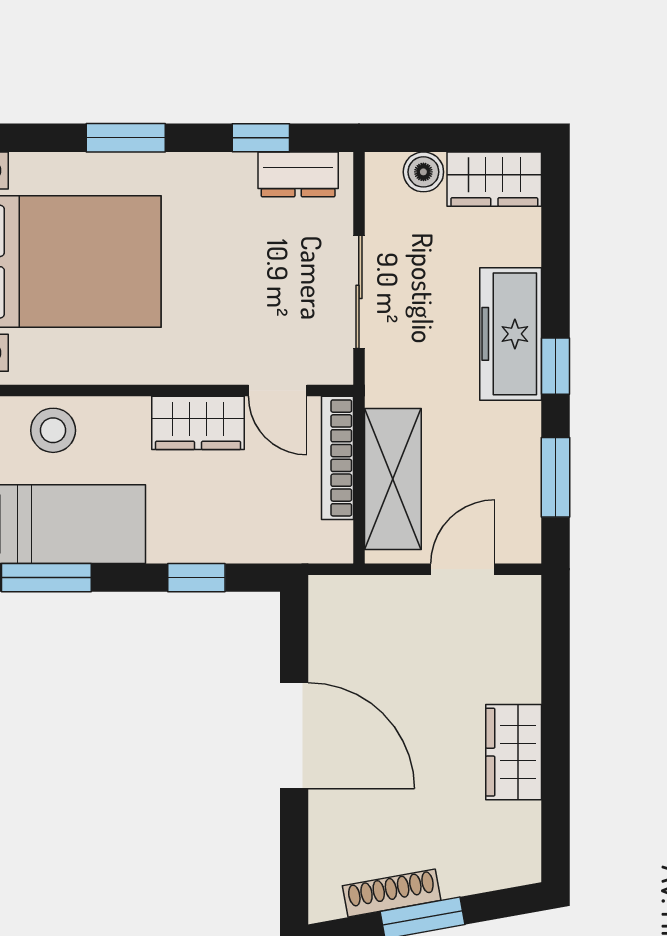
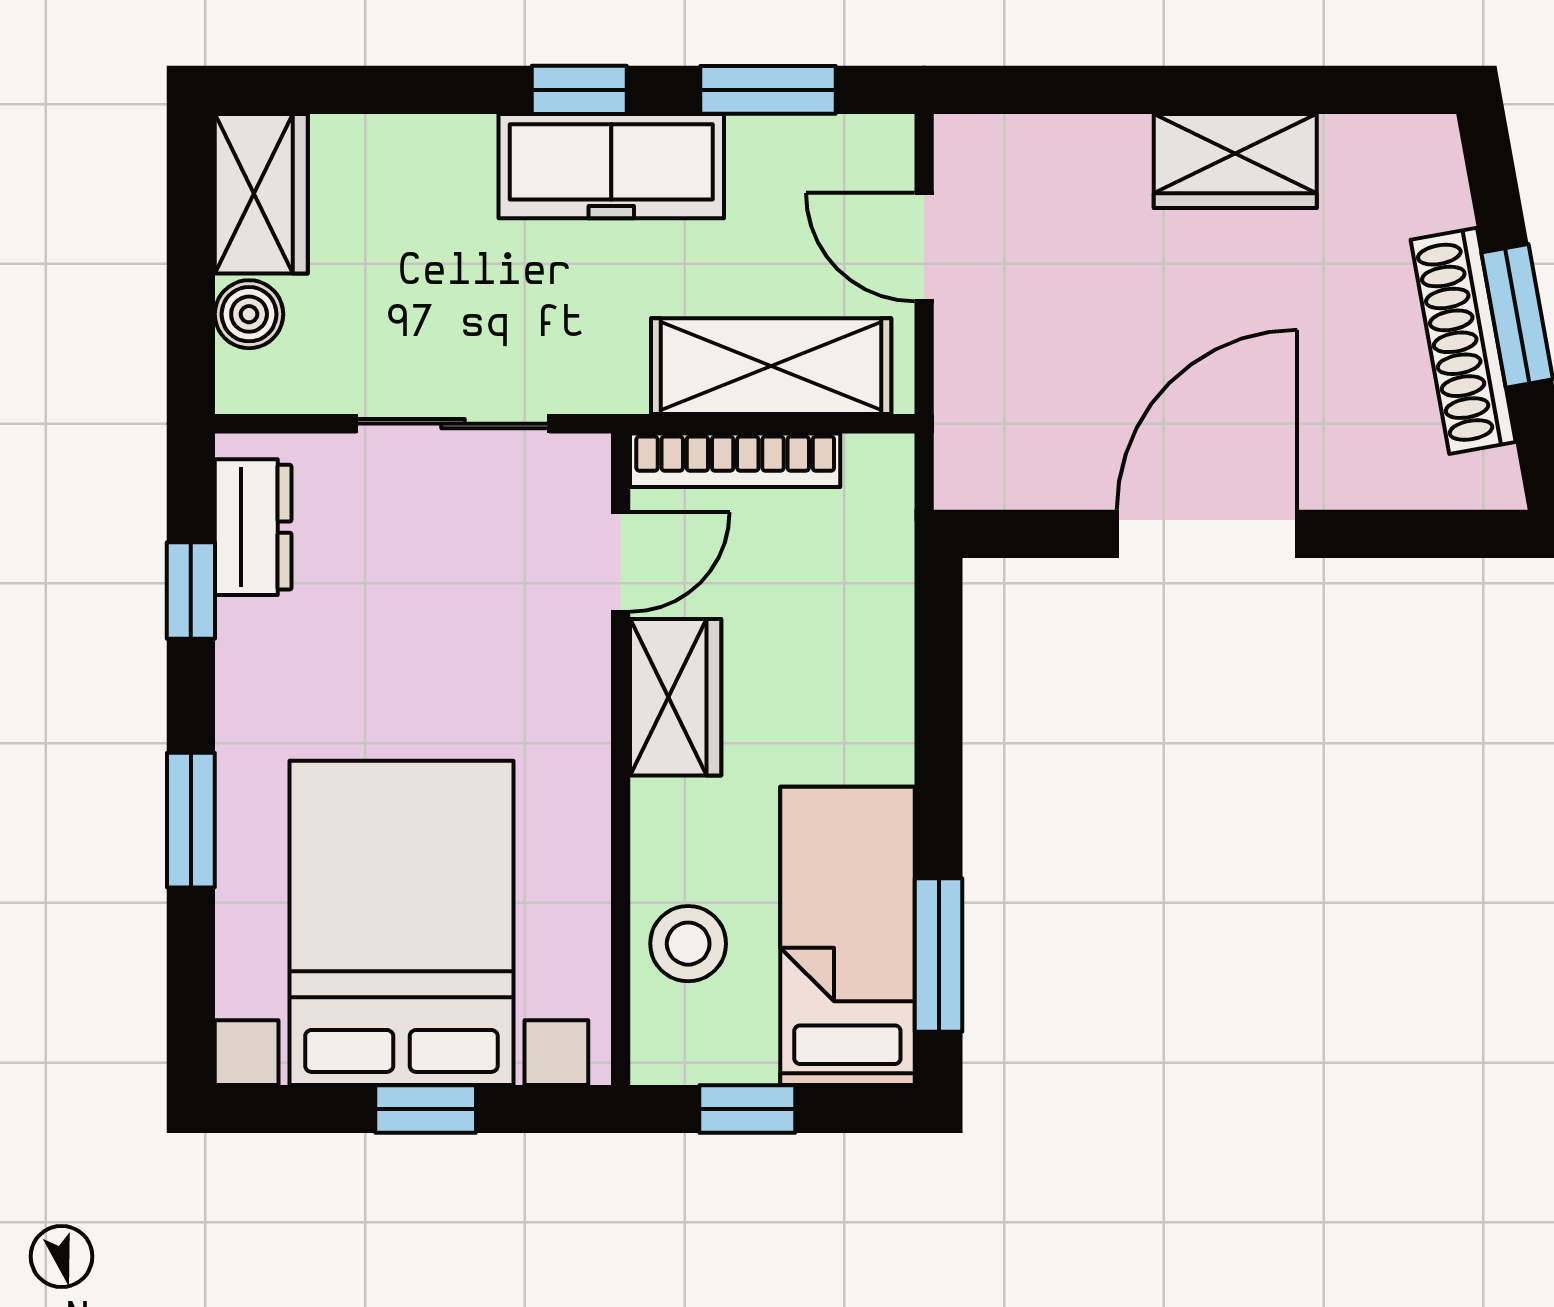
freezer: (511, 334) -> (611, 166), moved
window: (196, 578) -> (939, 700), removed
shoe rack: (392, 893) -> (1463, 341), width x1.36, depth x1.24

